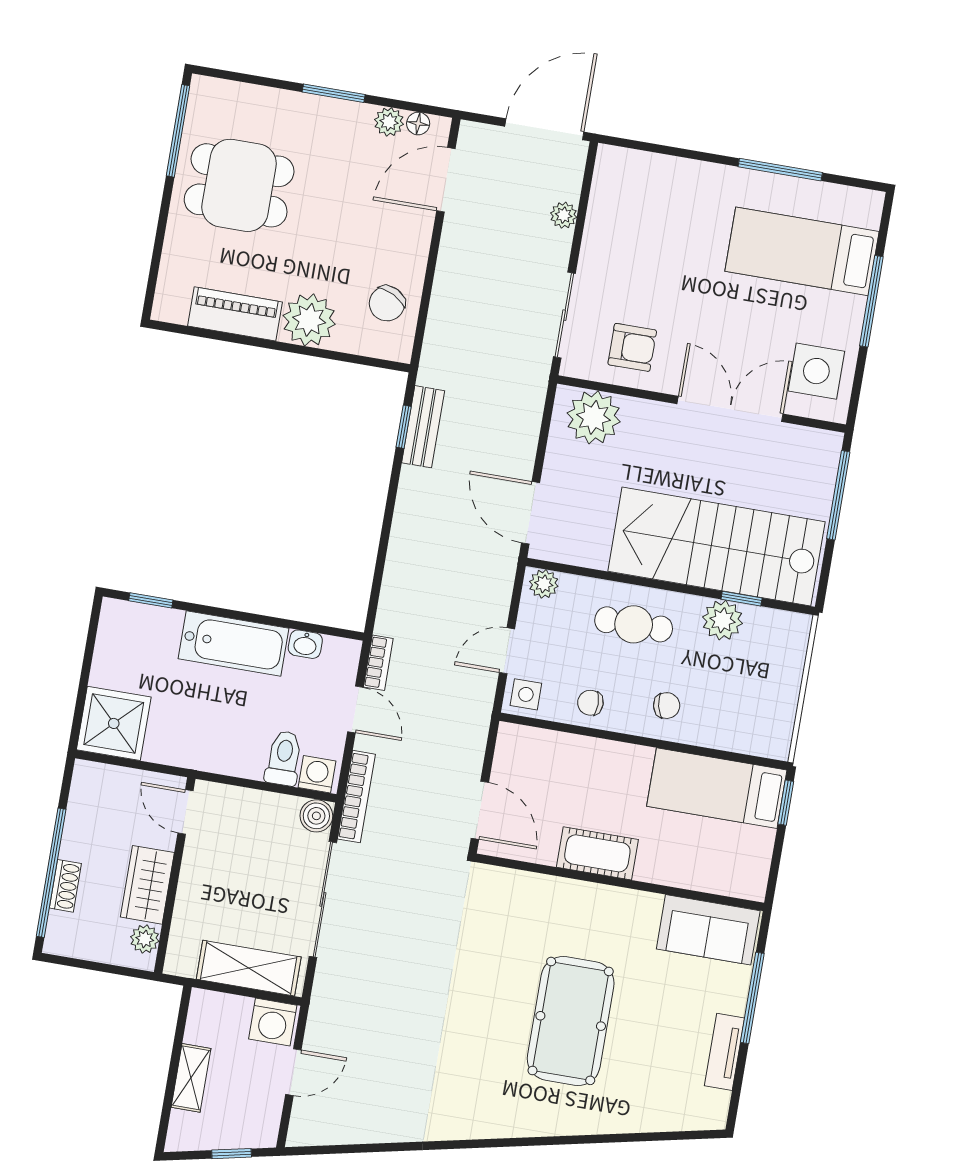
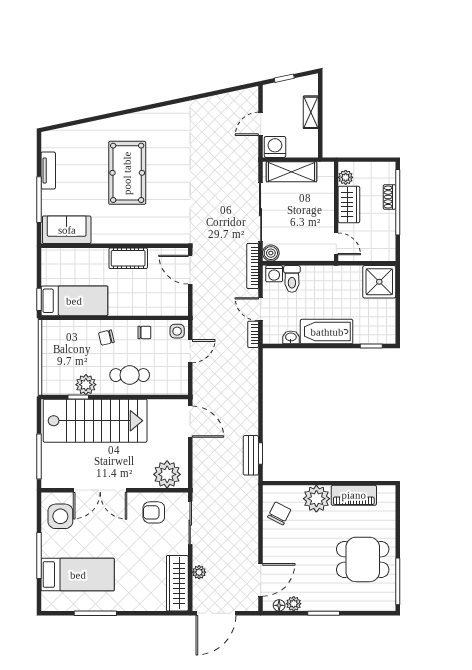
wardrobe: (610, 201) -> (177, 583), added
plant: (544, 584) -> (178, 387), removed

